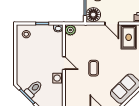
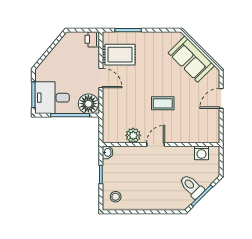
door: (112, 24) -> (101, 78), hinge flipped
plant: (70, 30) -> (133, 135), moved
washing machine: (58, 78) -> (201, 153), moved

